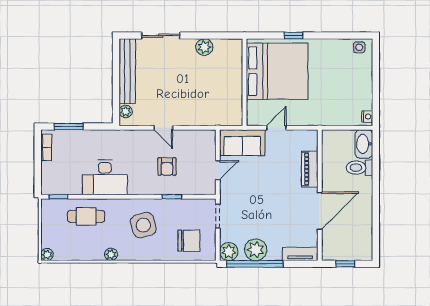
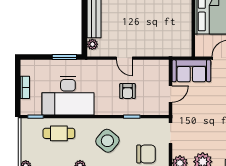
window: (69, 126) -> (64, 57), moved
bookcase: (46, 147) -> (25, 87), moved
desk: (105, 177) -> (68, 96), width x1.36, depth x1.30
side table: (143, 225) -> (107, 141), turned -35

